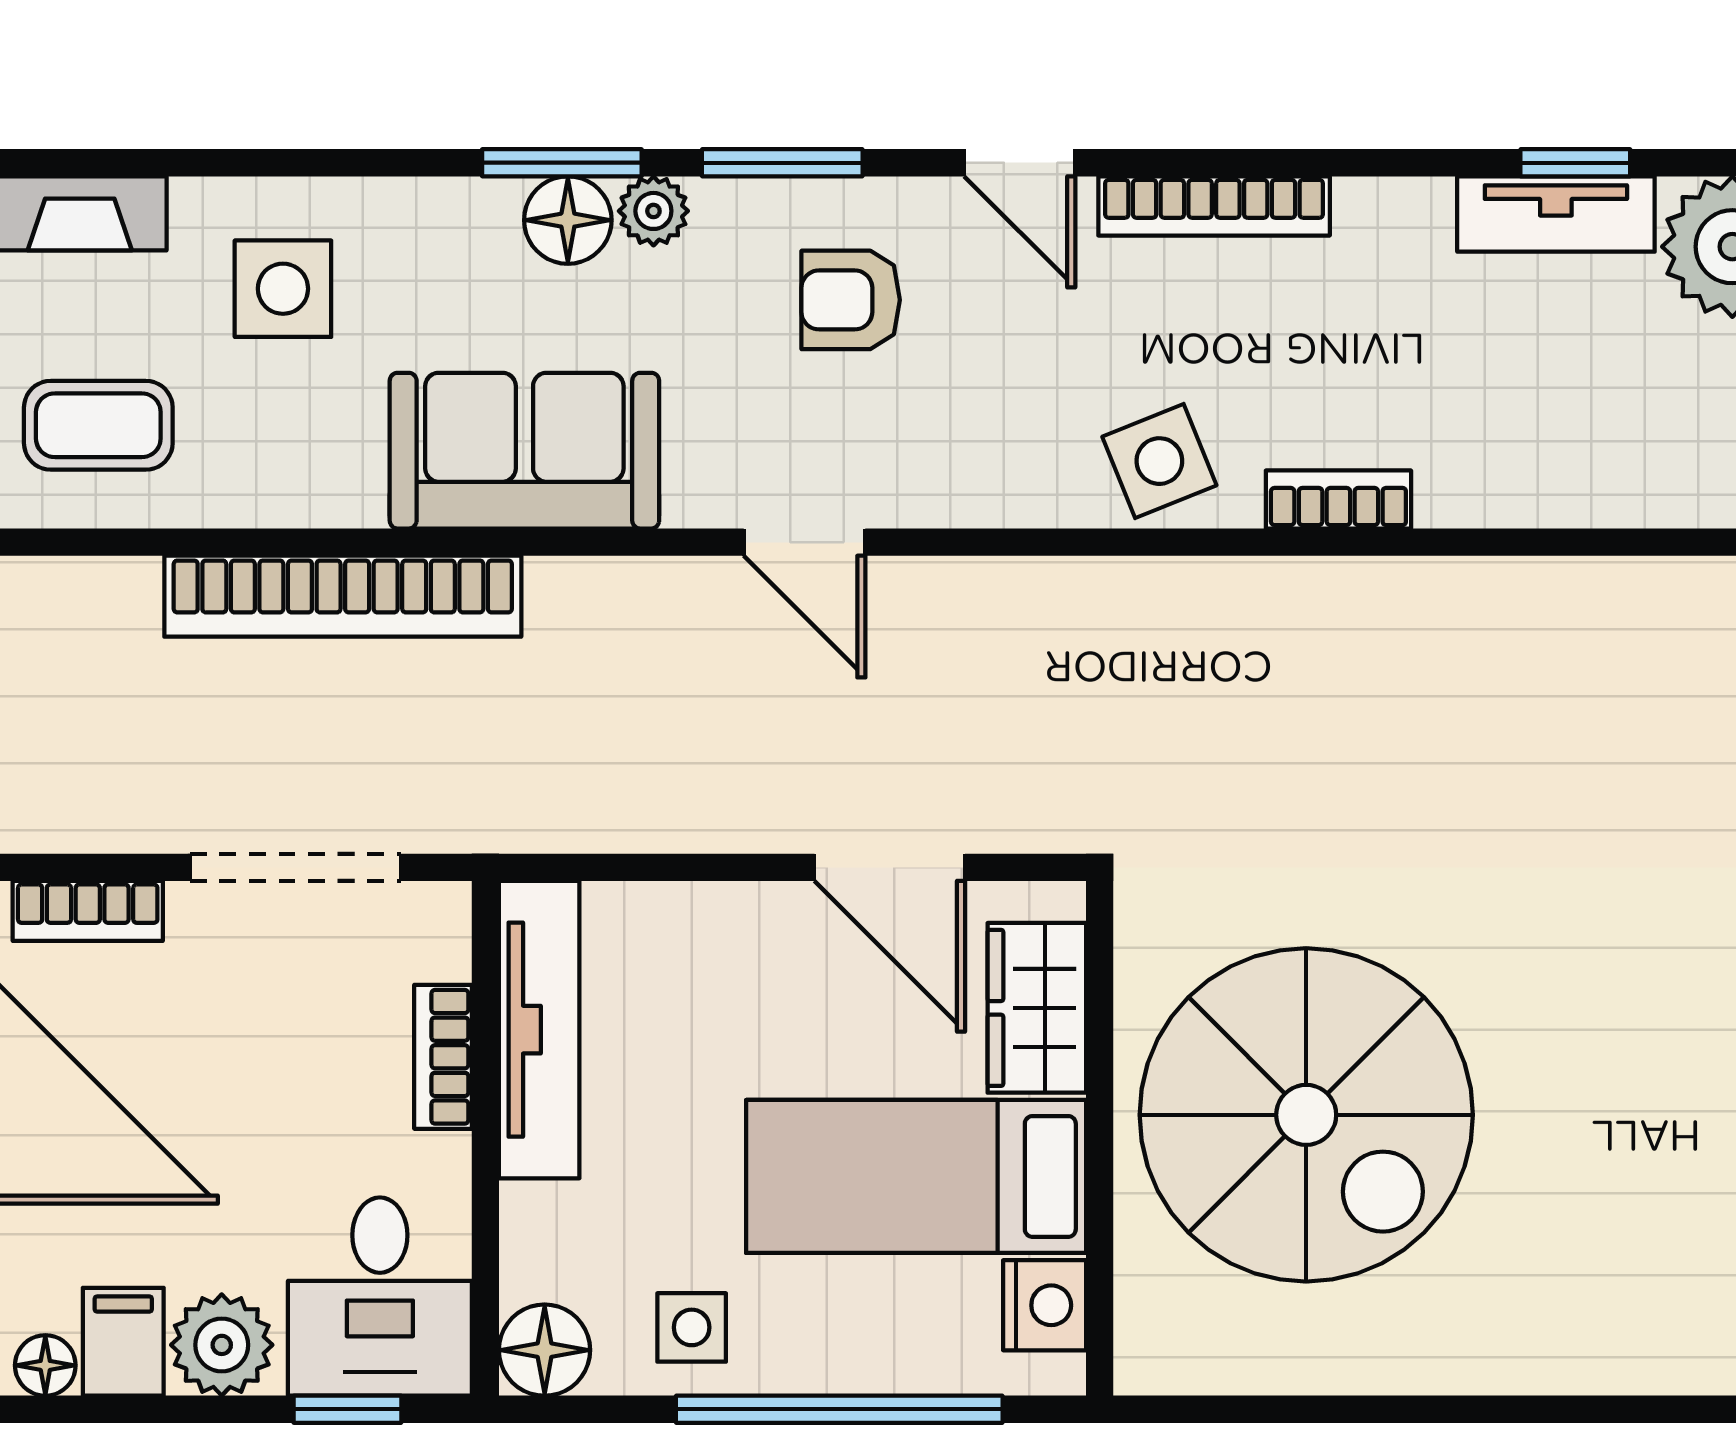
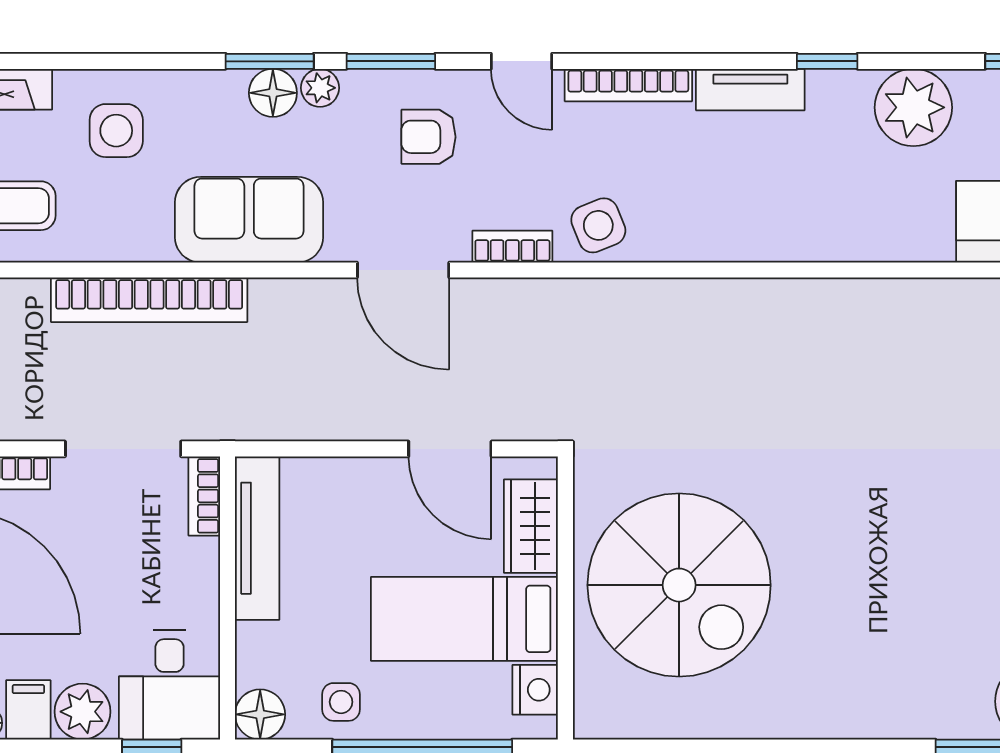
tv unit: (1556, 214) -> (750, 90), moved
bookcase: (1338, 500) -> (512, 247), moved
door: (805, 542) -> (403, 270), width x1.38
bookcase: (443, 1057) -> (204, 496), moved

